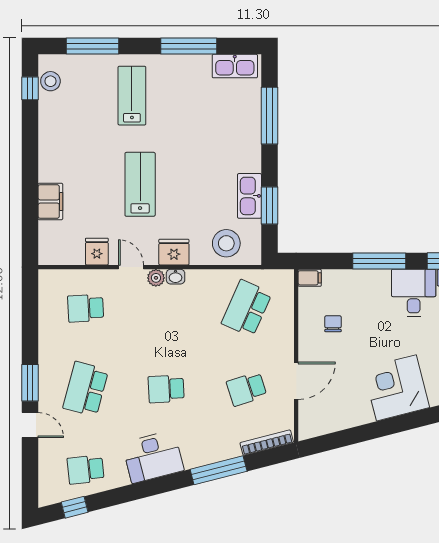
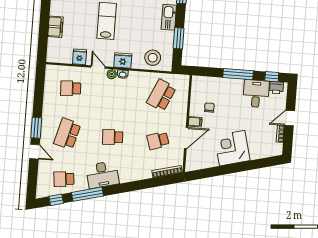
kitchen sink: (249, 196) -> (169, 17), moved
filing cabinet: (310, 278) -> (195, 122), moved
corner desk: (396, 388) -> (232, 148), moved
window: (219, 470) -> (87, 194), moved

